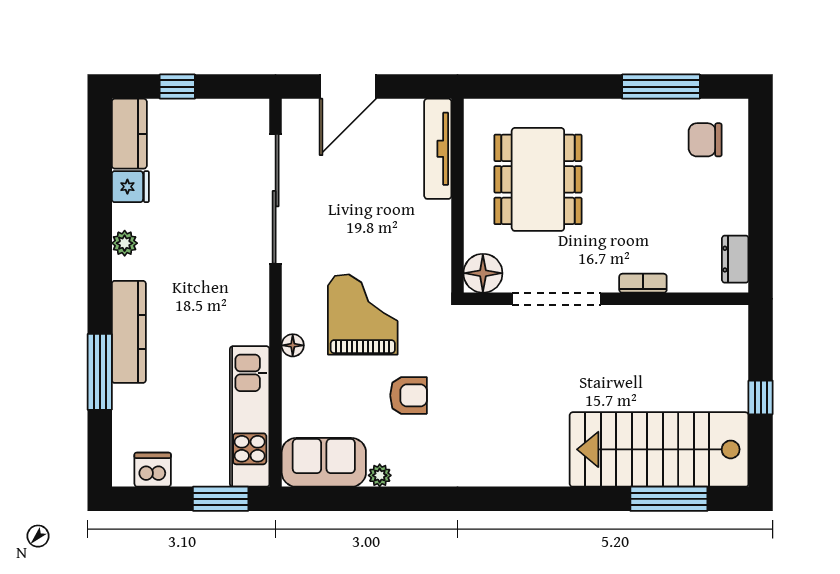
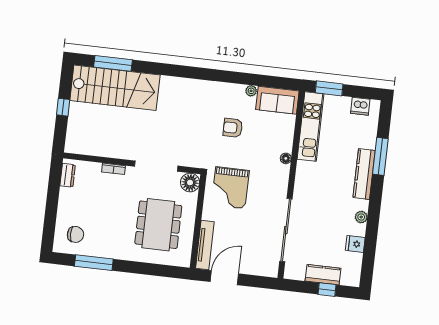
door: (348, 87) -> (224, 278), moved
kitchen counter: (129, 134) -> (323, 275), moved, turned 90
grand piano: (363, 314) -> (230, 188), moved

